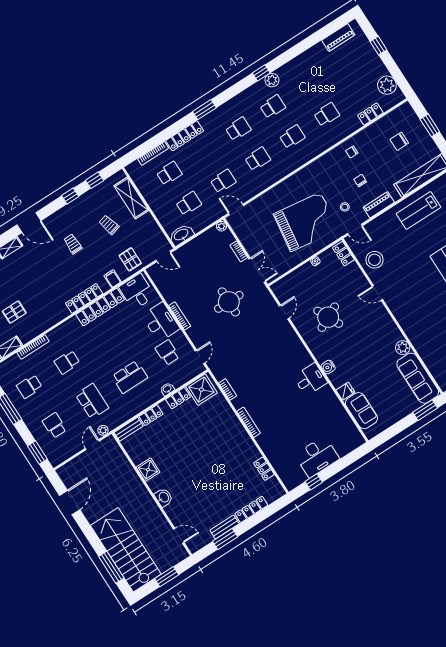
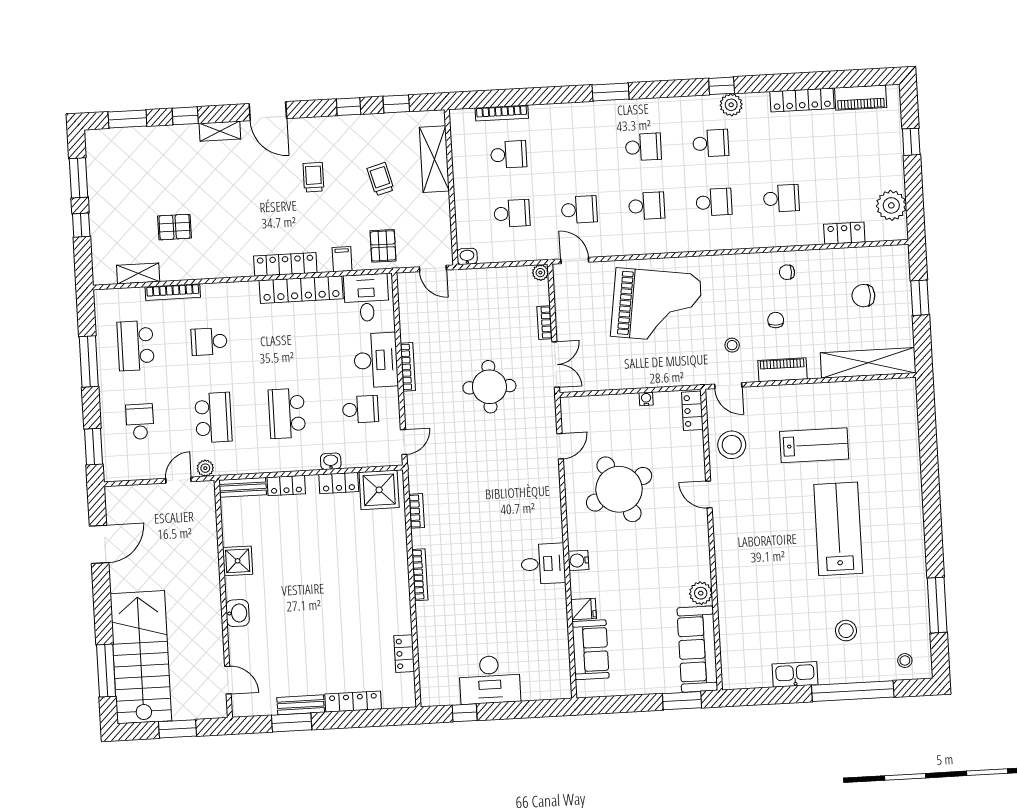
locker: (185, 136) -> (802, 100), moved
lab bench: (418, 211) -> (814, 445), moved, turned 180
grand piano: (306, 222) -> (656, 305), moved
washbasin: (181, 235) -> (467, 256), width x0.52, depth x0.69
round table: (328, 317) -> (619, 489), width x1.36, depth x1.36
school desk: (167, 353) -> (360, 409), turned 90
school desk: (130, 377) -> (287, 413), turned 90
school desk: (29, 386) -> (136, 346), width x1.85

